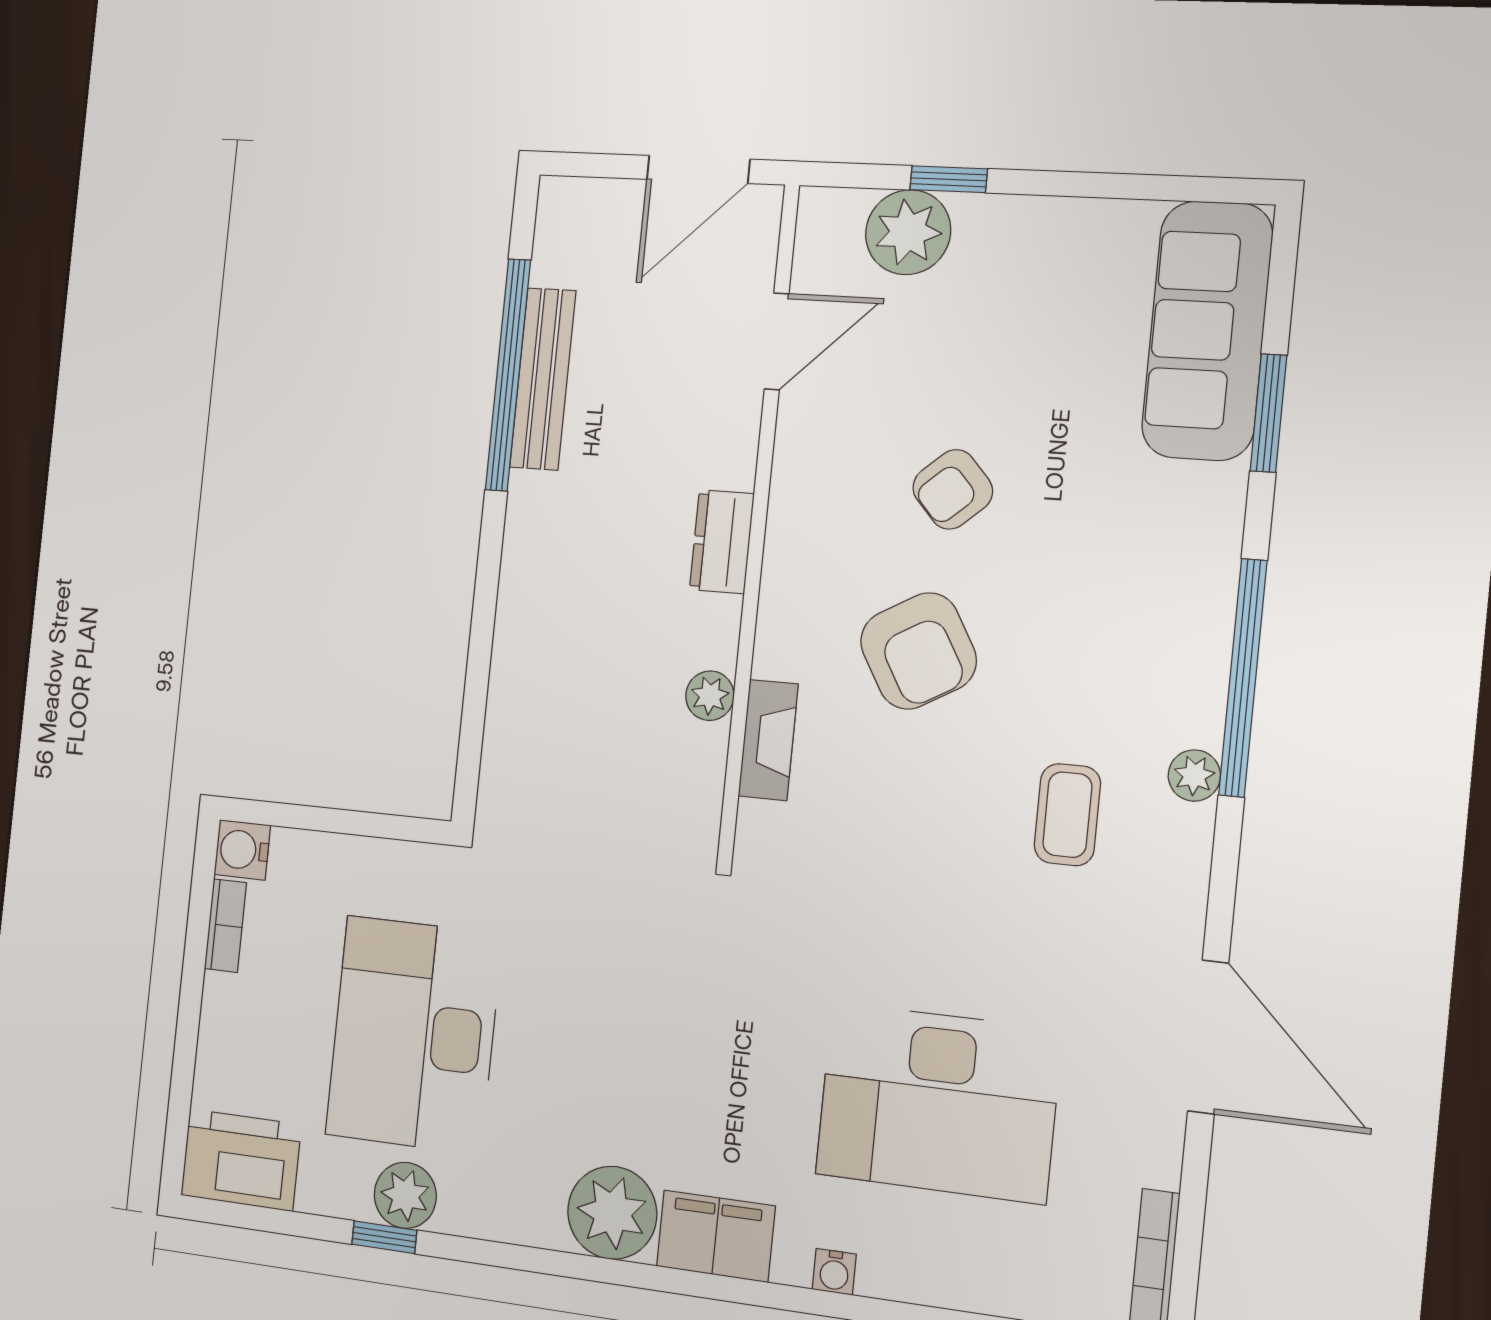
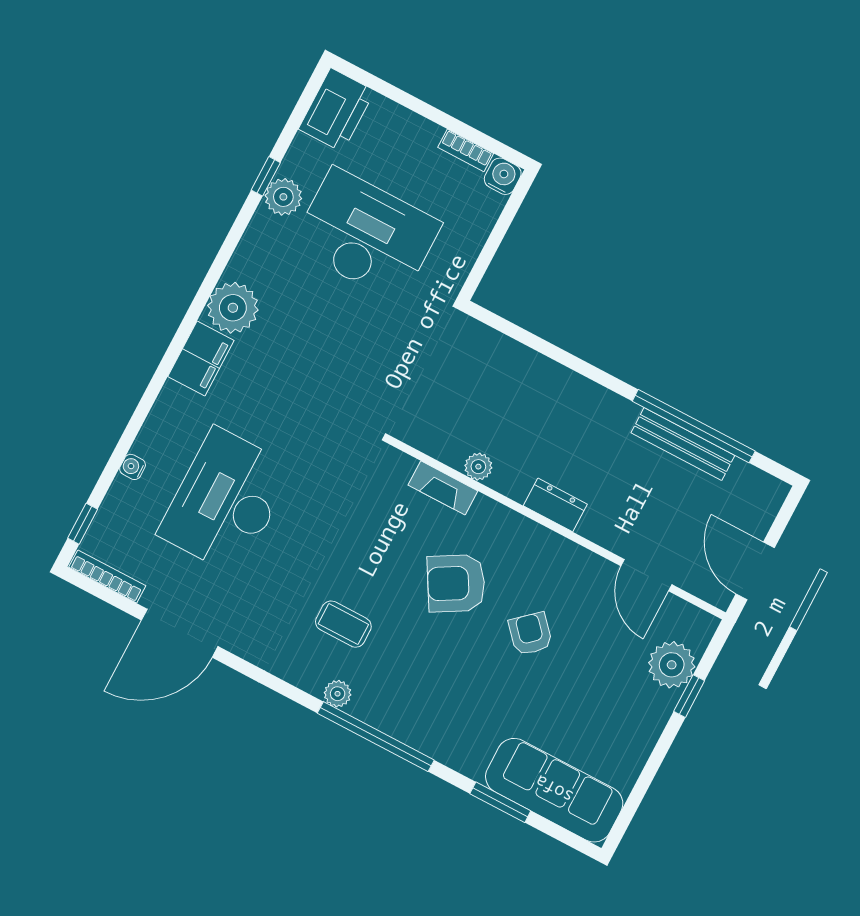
door: (1208, 1037) -> (180, 633), moved
water cooler: (834, 1272) -> (133, 467), moved

